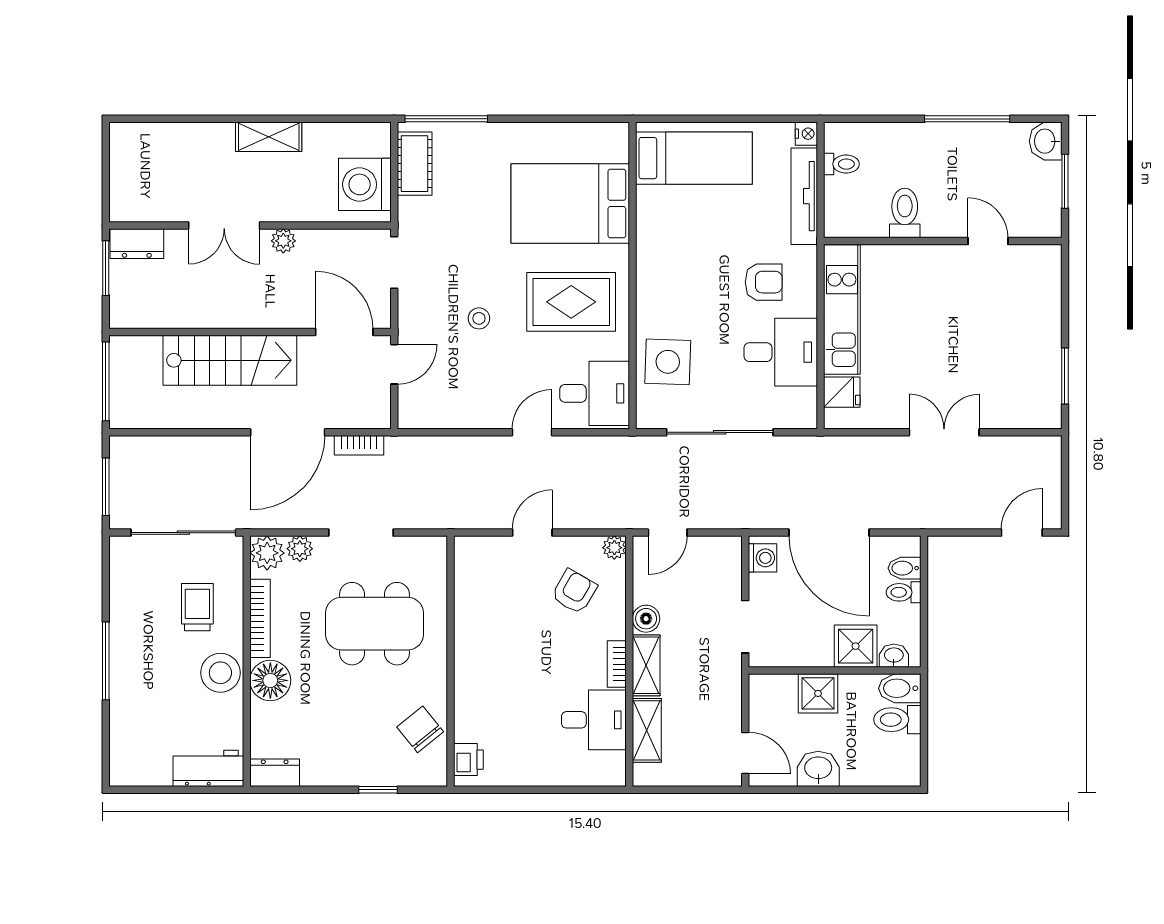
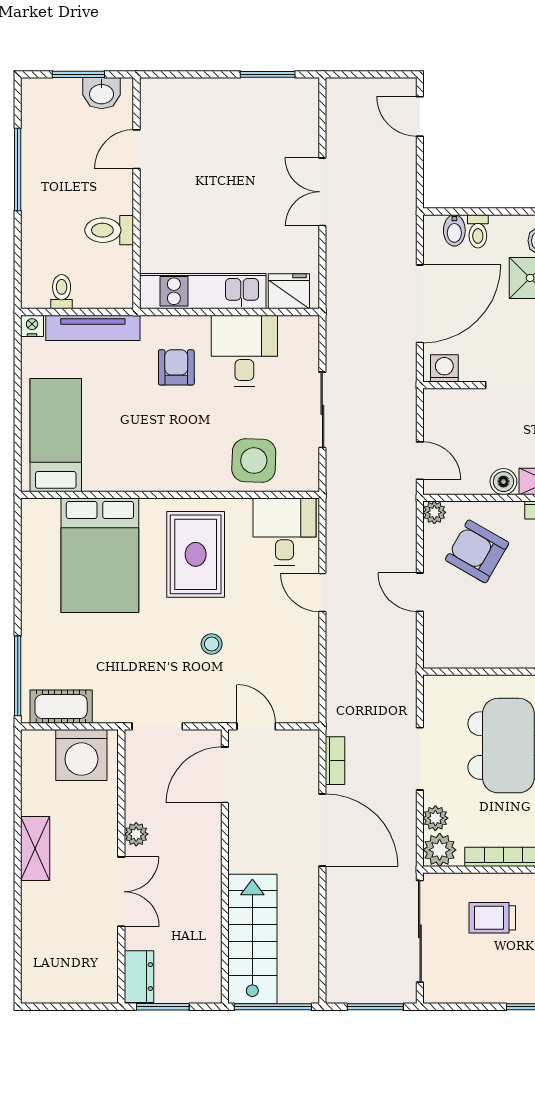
washbasin: (1046, 141) -> (102, 93), moved
stairs: (230, 360) -> (252, 939), moved
fridge: (842, 392) -> (289, 291), width x1.38
sliding door: (720, 432) -> (322, 410), width x0.73
armchair: (574, 592) -> (477, 551), width x1.38, depth x1.38

